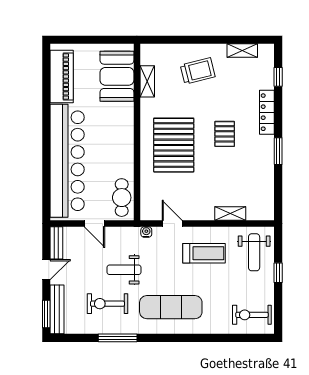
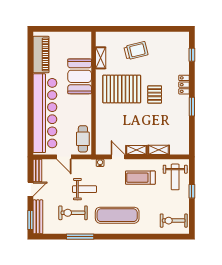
shelving: (242, 51) -> (136, 150), moved
booth: (117, 76) -> (80, 76), moved
locker: (267, 112) -> (184, 85), width x0.66
pallet: (174, 145) -> (122, 89), moved, turned 90
treadmill: (204, 253) -> (140, 178), turned 180
weight bench: (124, 270) -> (85, 189), turned 180

